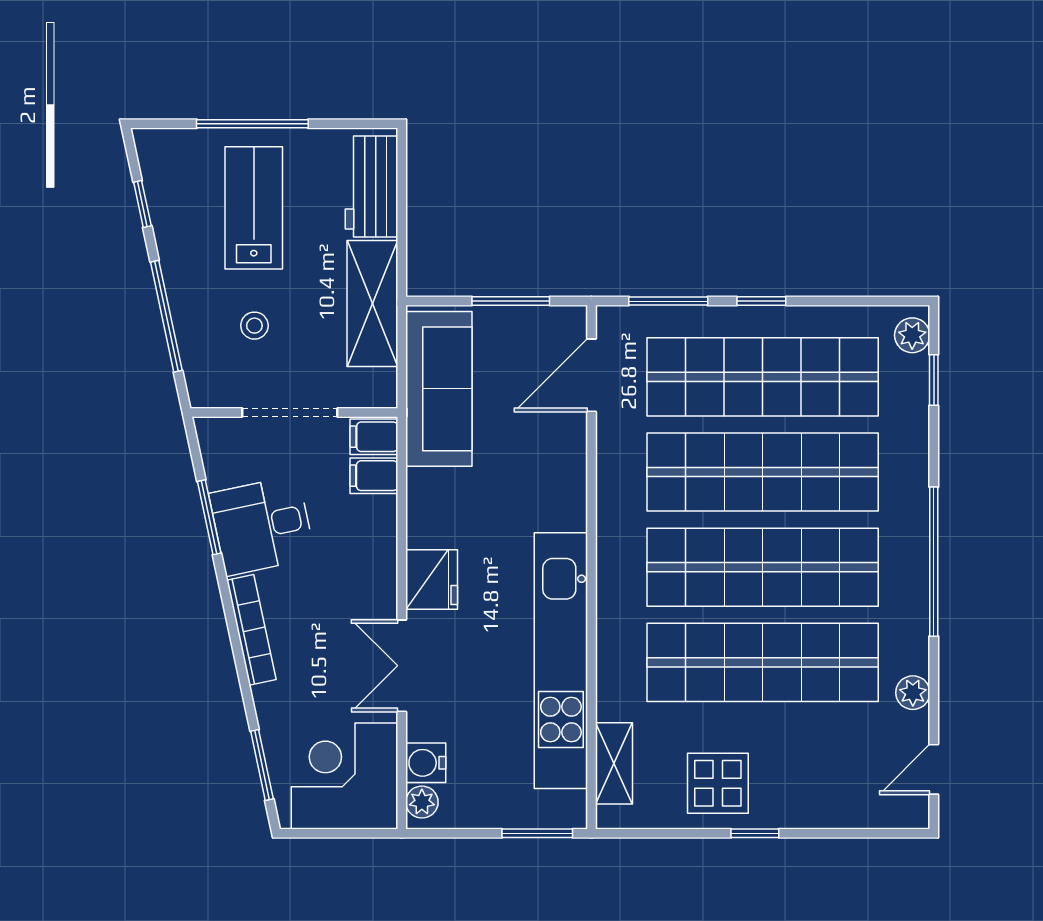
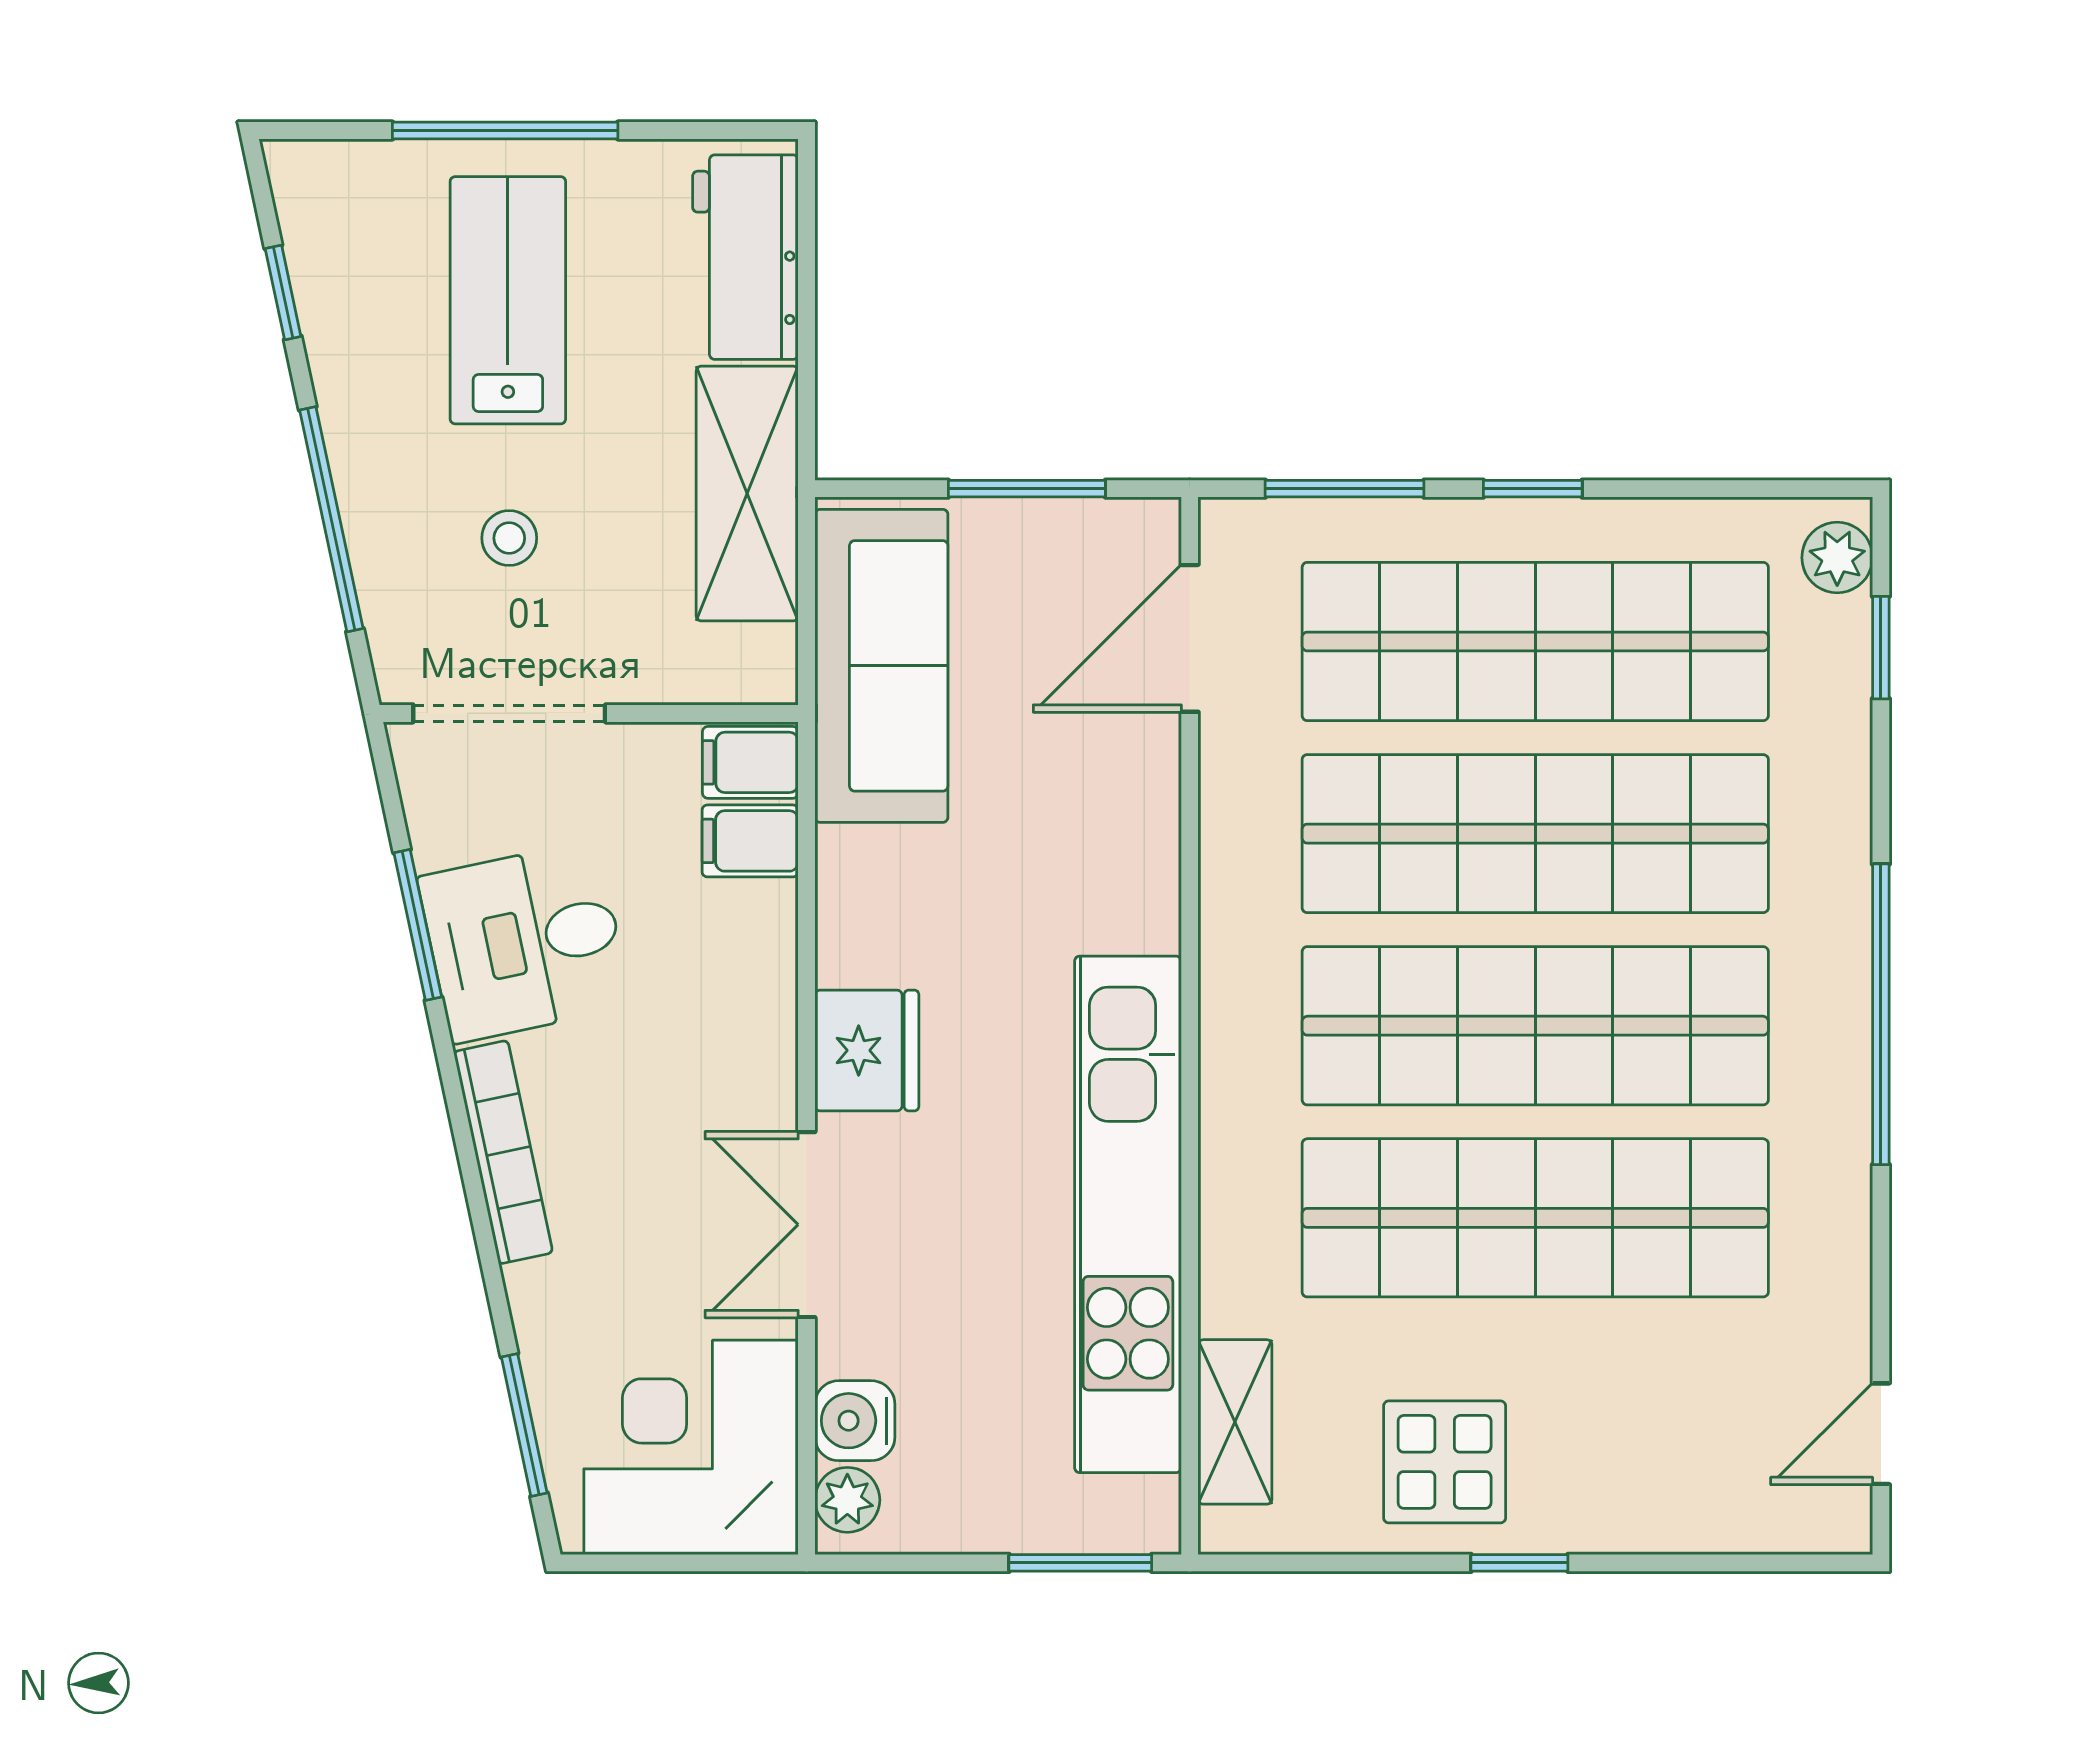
doorway: (290, 413) -> (509, 713), moved
plant: (913, 693) -> (1838, 1279), removed

